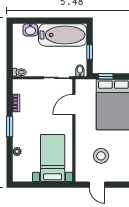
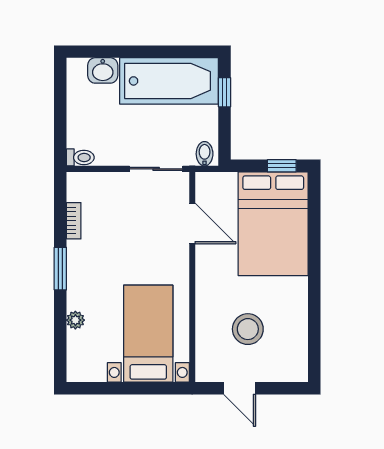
window: (90, 52) -> (224, 92), moved
window: (106, 76) -> (282, 166), moved
door: (74, 104) -> (192, 223), swing flipped

